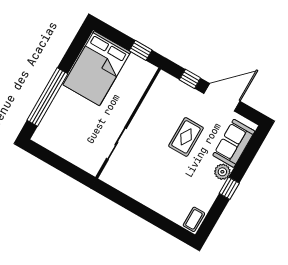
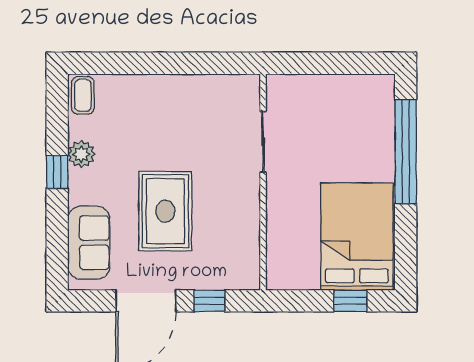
window: (141, 50) -> (350, 301), moved
rug: (186, 137) -> (165, 211), width x1.36, depth x1.43
plant: (222, 172) -> (81, 154), moved

